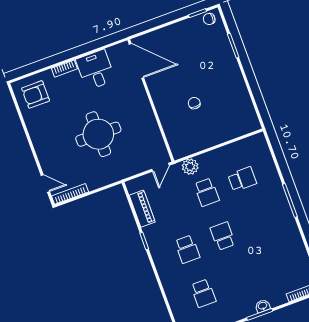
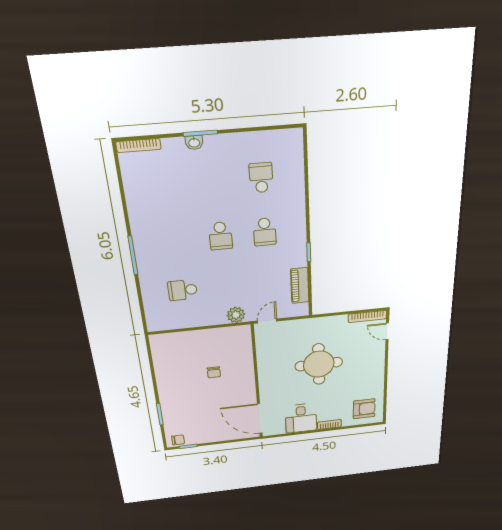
school desk: (207, 192) -> (225, 286), removed
school desk: (187, 249) -> (265, 232), turned 180

